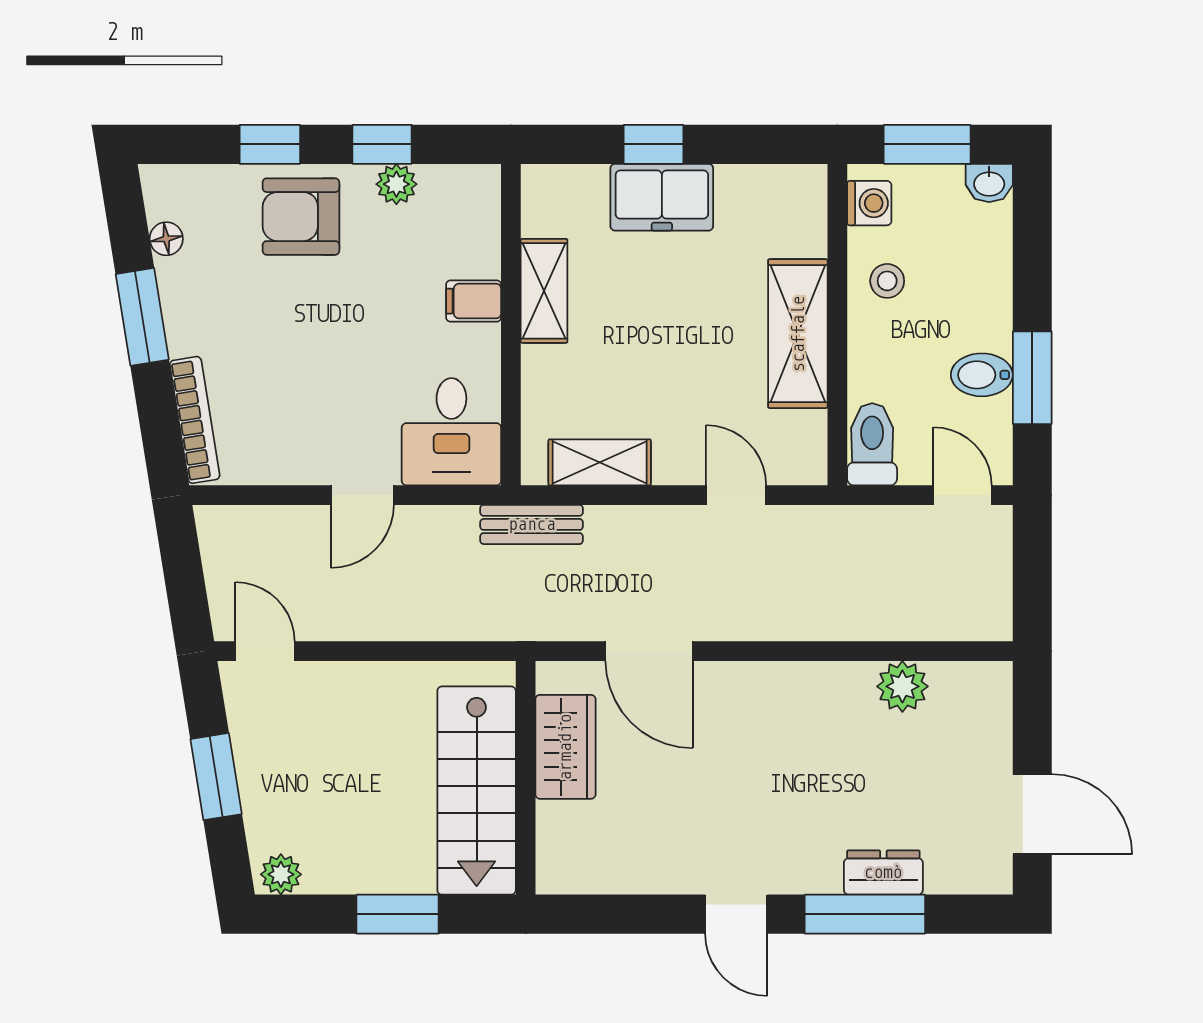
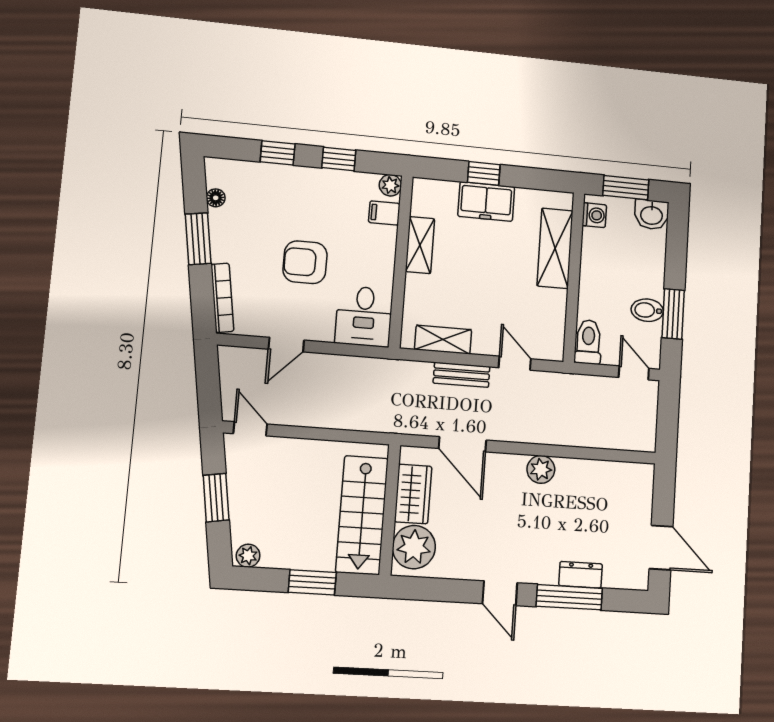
washbasin: (989, 183) -> (652, 215), width x1.38, depth x1.45
plant: (396, 184) -> (390, 185), moved
armchair: (301, 217) -> (305, 262), moved
stool: (887, 281) -> (601, 257), removed
filing cabinet: (474, 301) -> (384, 213), moved
shelving: (798, 334) -> (555, 248), moved
door: (362, 495) -> (286, 345), moved
bench: (532, 524) -> (462, 375), moved
plant: (902, 686) -> (541, 469), moved
plant: (574, 841) -> (414, 547), added

